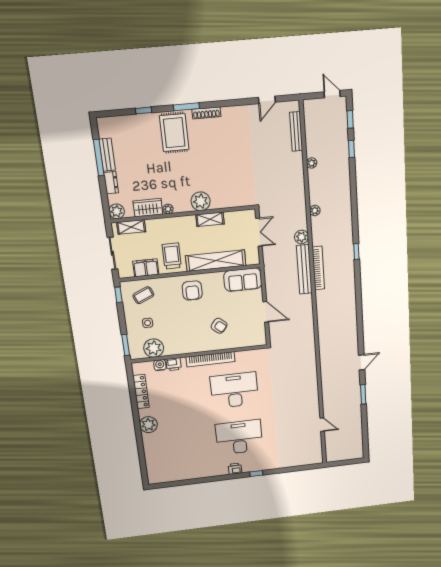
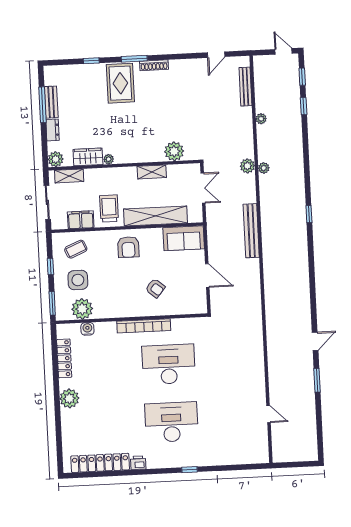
plant: (201, 201) -> (174, 151), moved
plant: (301, 237) -> (247, 166), moved
bookcase: (318, 268) -> (267, 230), removed
window: (118, 295) -> (50, 267), moved
side table: (148, 323) -> (78, 280), width x1.87, depth x1.87
printer: (174, 364) -> (103, 329), removed
printer: (235, 469) -> (138, 463), moved
locker: (180, 474) -> (100, 463), added

